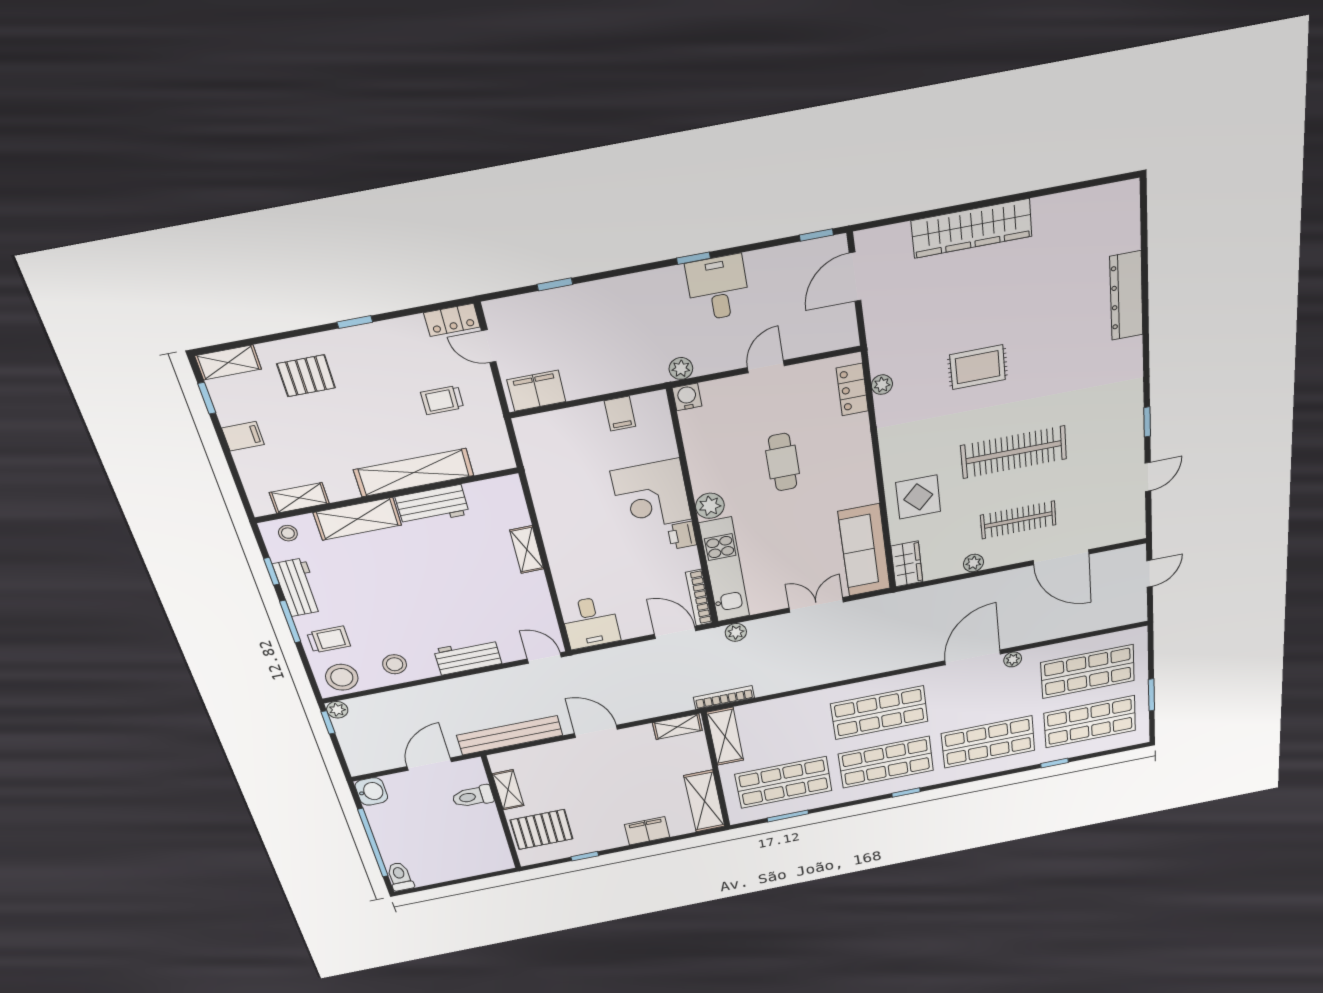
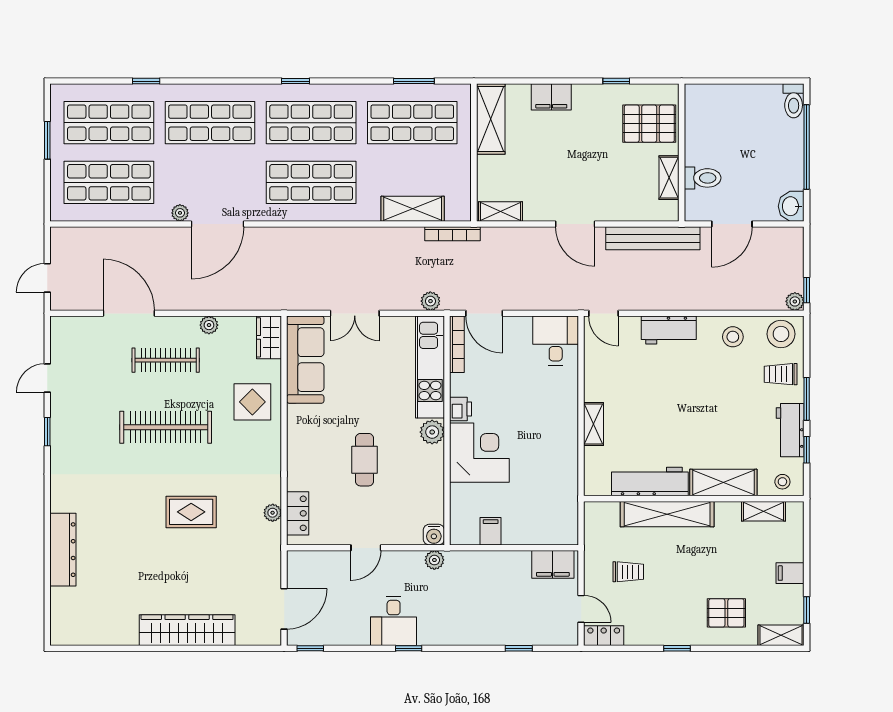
workbench: (432, 506) -> (650, 482), width x1.38
shelving: (725, 736) -> (413, 209), moved, turned 90

